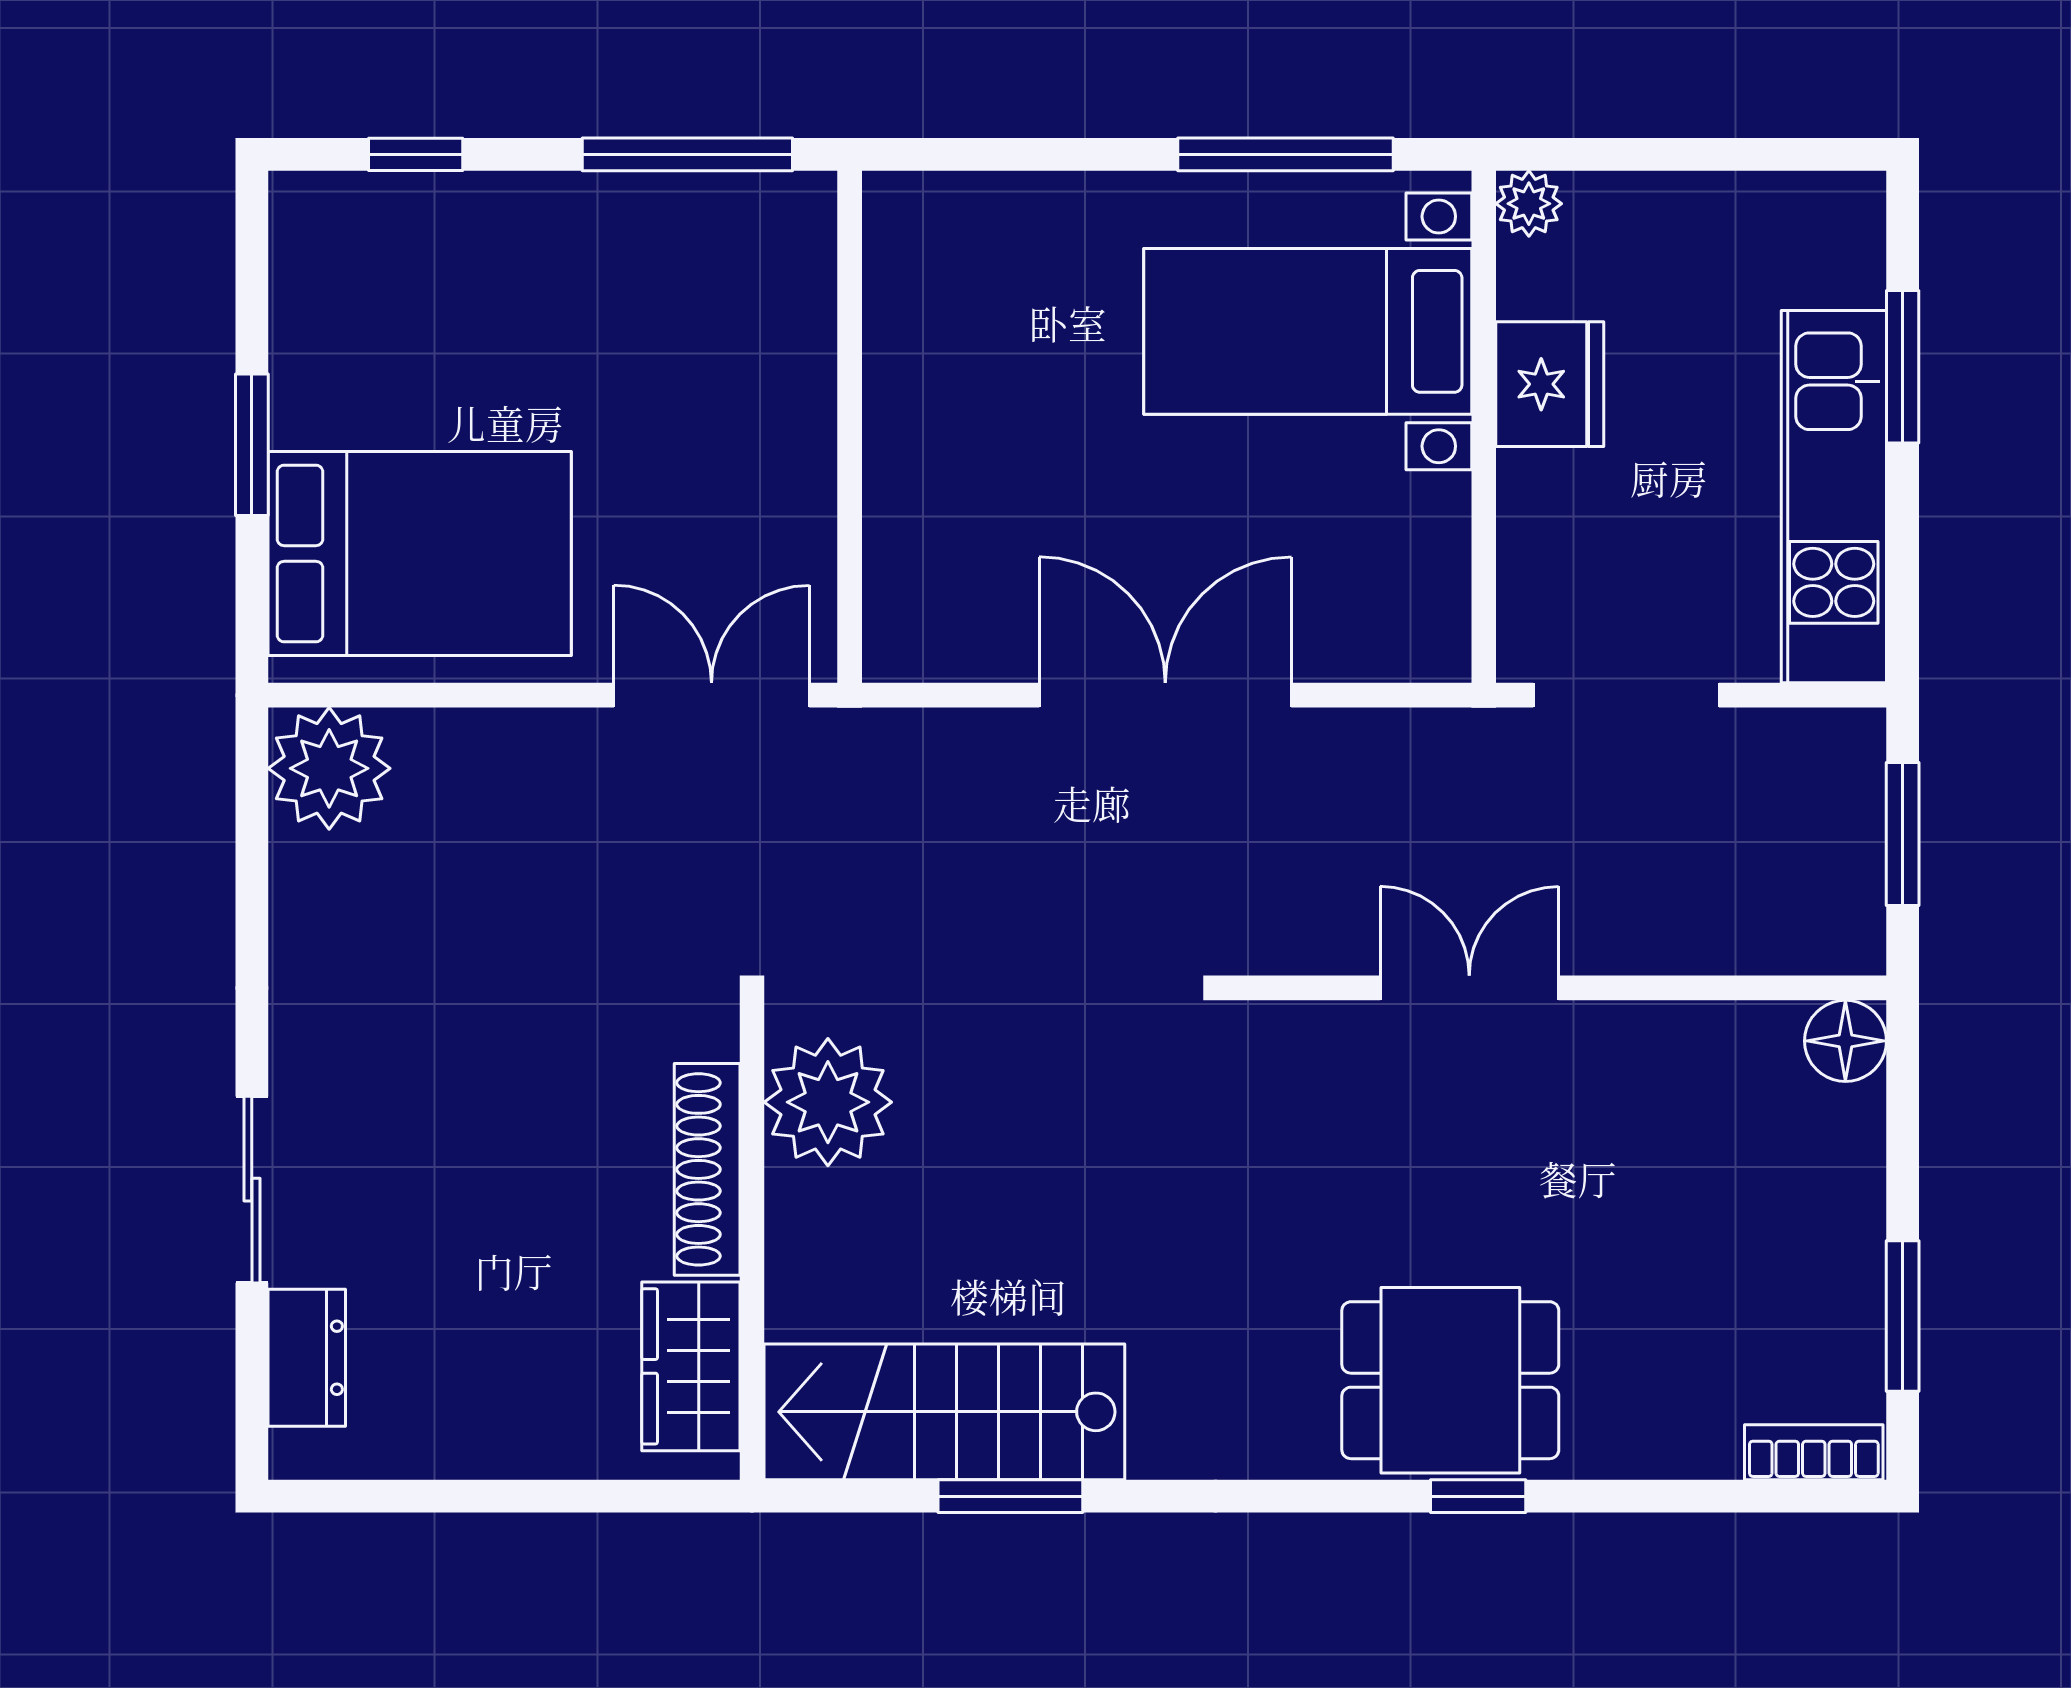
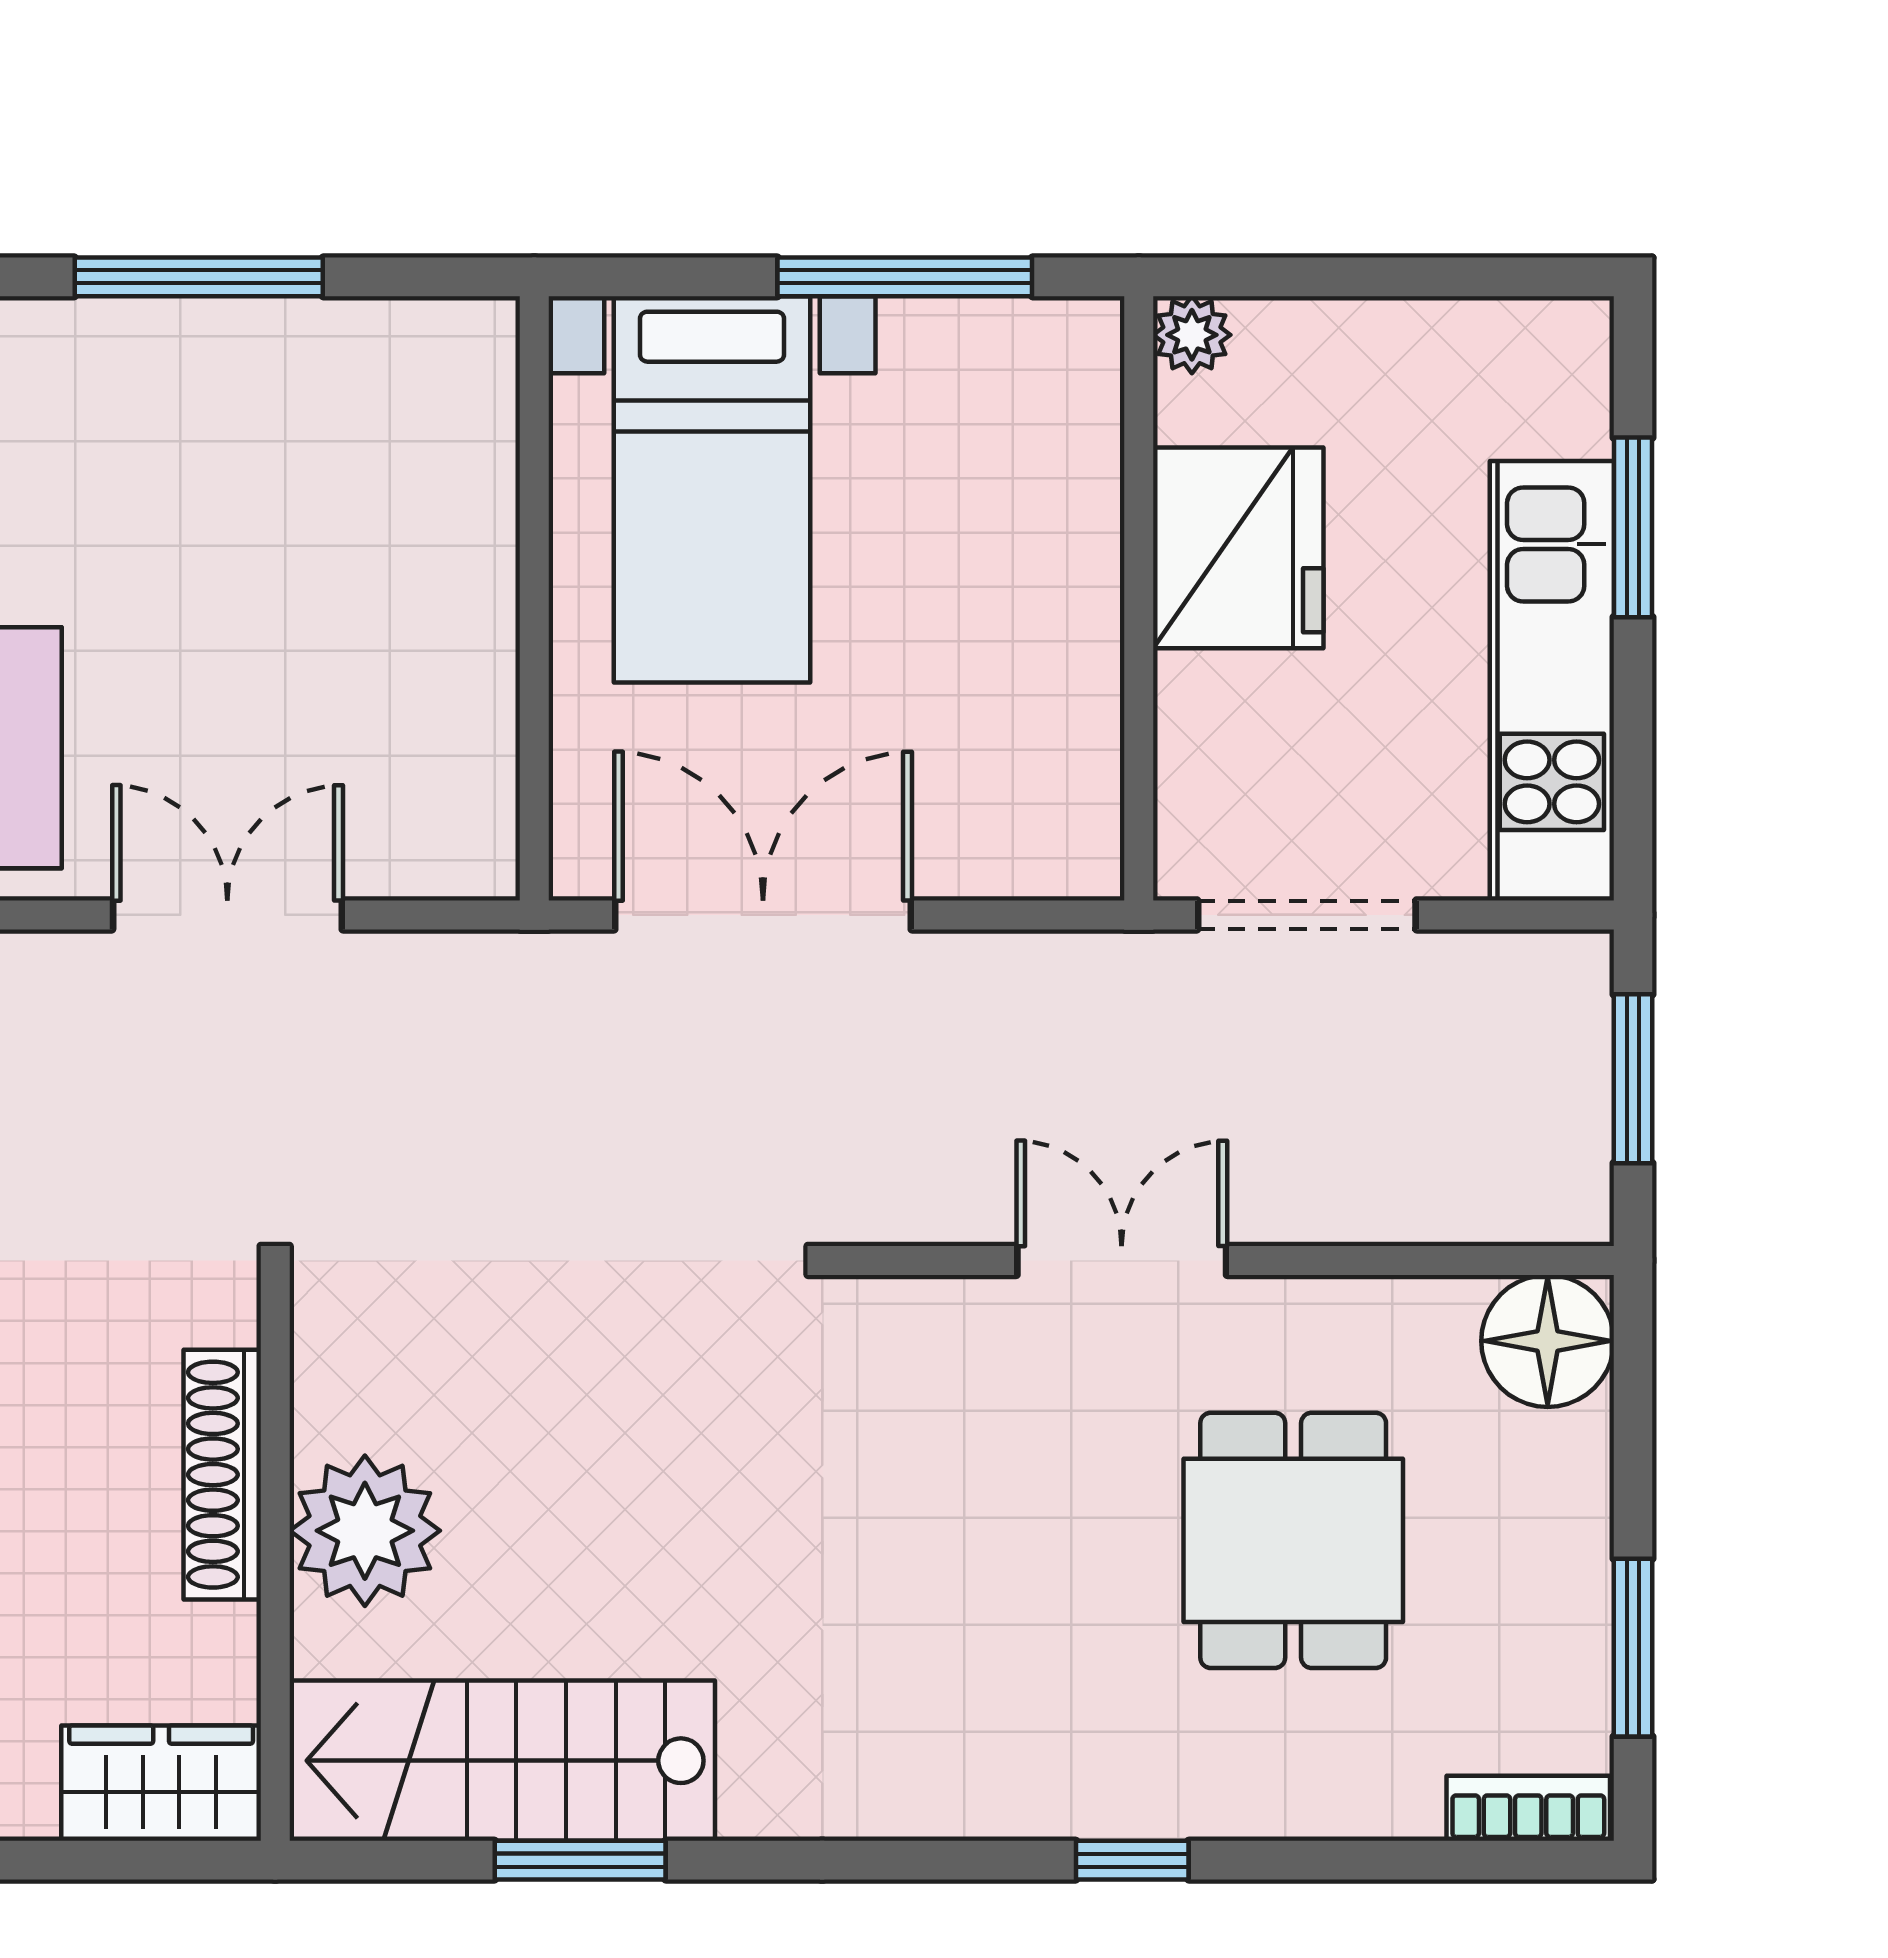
bed with nightstands: (1308, 331) -> (712, 489), moved, turned -90
fridge: (1550, 384) -> (1238, 548), width x1.36, depth x1.34
wall: (850, 427) -> (534, 598), moved
floor lamp: (1845, 1041) -> (1548, 1341), width x1.38, depth x1.38
plant: (828, 1102) -> (365, 1531), moved
wardrobe: (691, 1366) -> (161, 1783), moved, turned 90
dining table: (1450, 1380) -> (1293, 1540), moved, turned 90

